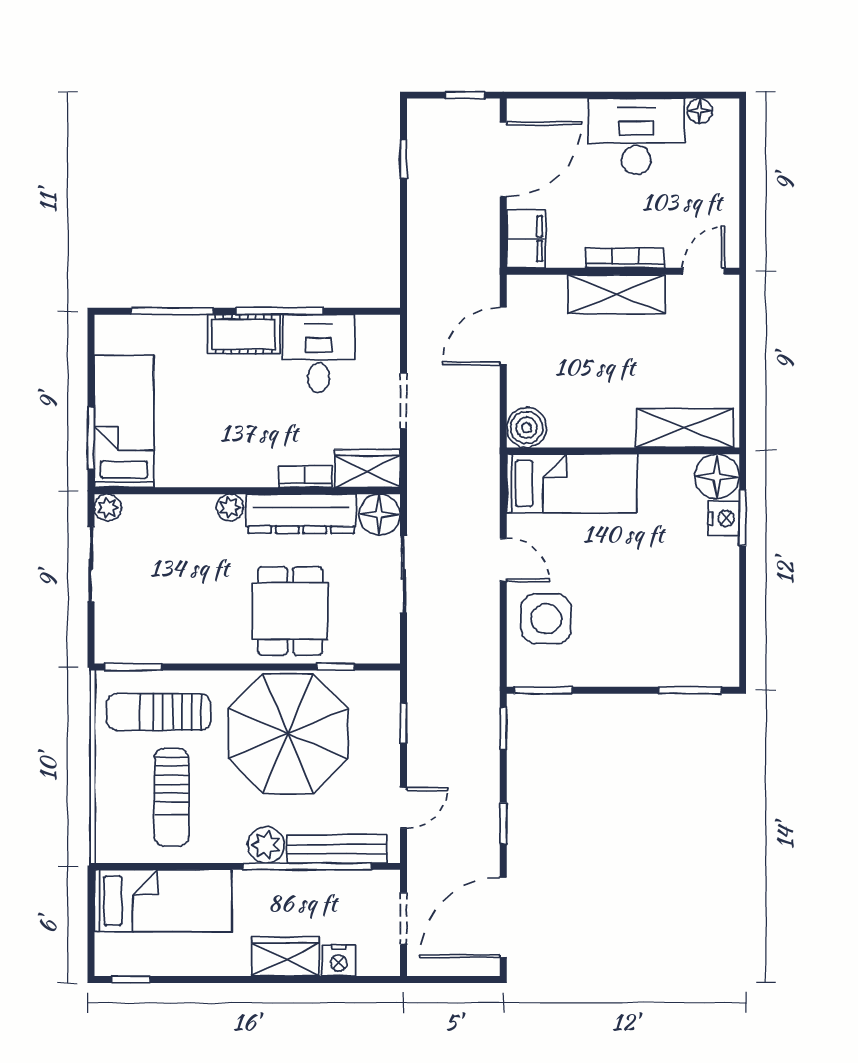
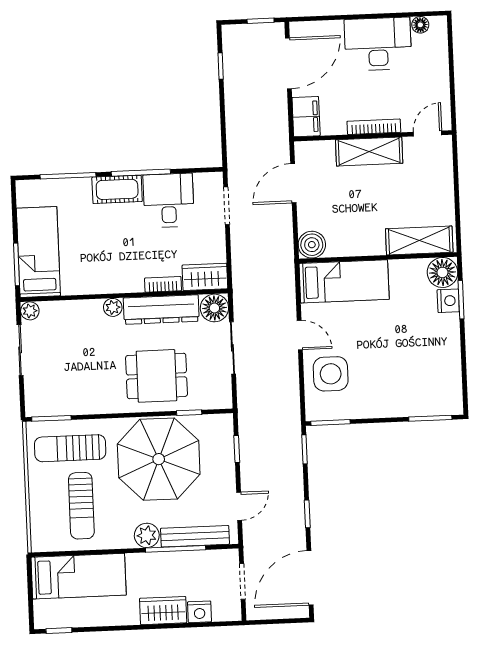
doorway: (404, 401) -> (227, 206), moved
dining table: (290, 611) -> (157, 376), turned 90
window: (307, 866) -> (176, 549), width x0.68

